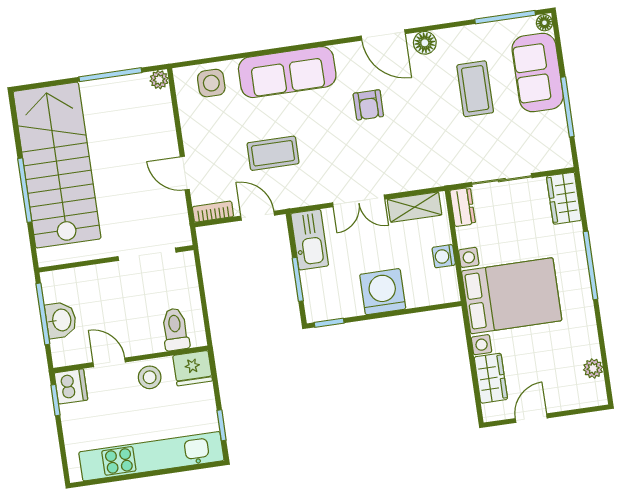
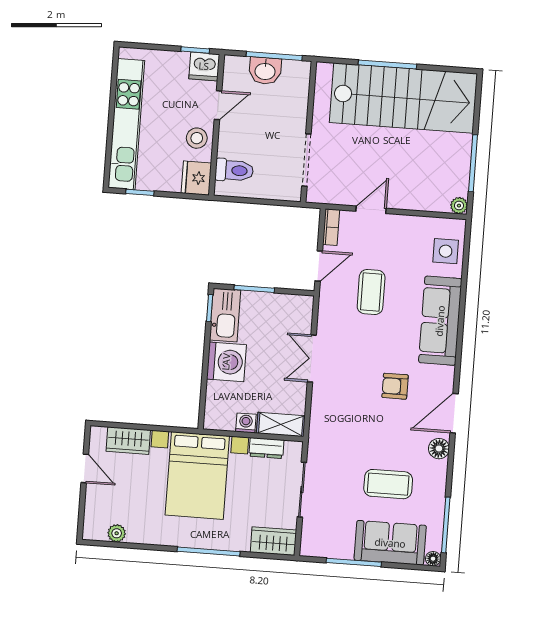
shelving: (415, 207) -> (281, 424), moved, turned 90
dresser: (463, 207) -> (266, 448), moved
kitchen sink: (310, 240) -> (225, 315), moved, turned -90

